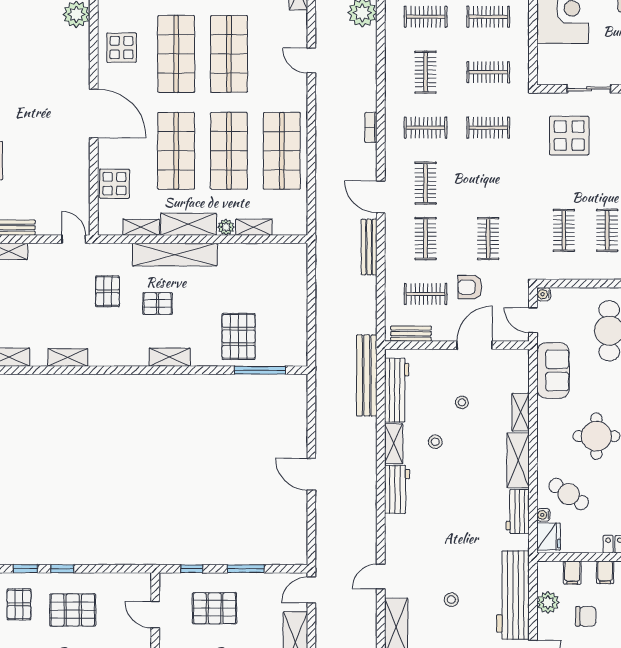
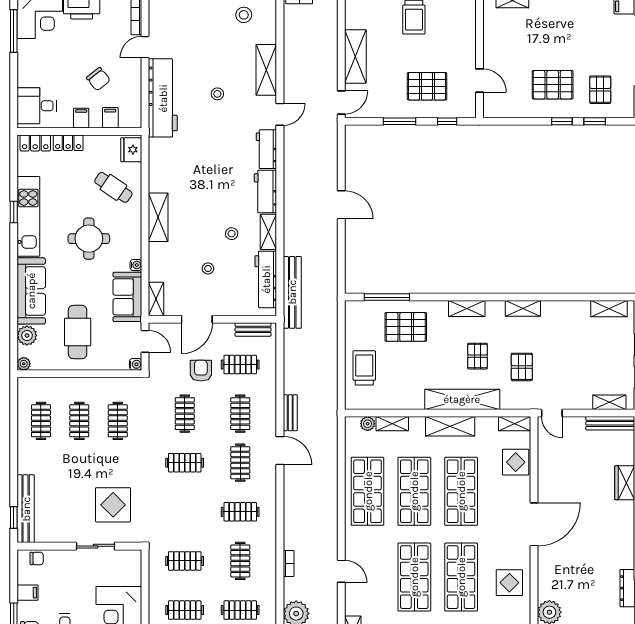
door: (94, 113) -> (534, 524), swing flipped
bookcase: (371, 127) -> (289, 563), moved
clothes rail: (488, 128) -> (185, 463), moved
shelving: (141, 227) -> (515, 424), moved
plant: (226, 227) -> (368, 424), moved
bench: (369, 247) -> (290, 413), width x0.73
armchair: (470, 287) -> (201, 371), turned -90
trolley: (285, 290) -> (364, 368), added
pallet: (158, 304) -> (477, 356), turned 90
pallet: (239, 336) -> (406, 327), turned 90
shelving: (68, 357) -> (523, 308), moved
shelving: (521, 412) -> (156, 299), moved
workbench: (518, 511) -> (266, 149), moved, turned 180
water cooler: (543, 515) -> (136, 265), moved
plant: (548, 602) -> (132, 91), removed
chair: (586, 616) -> (98, 79), turned -129

